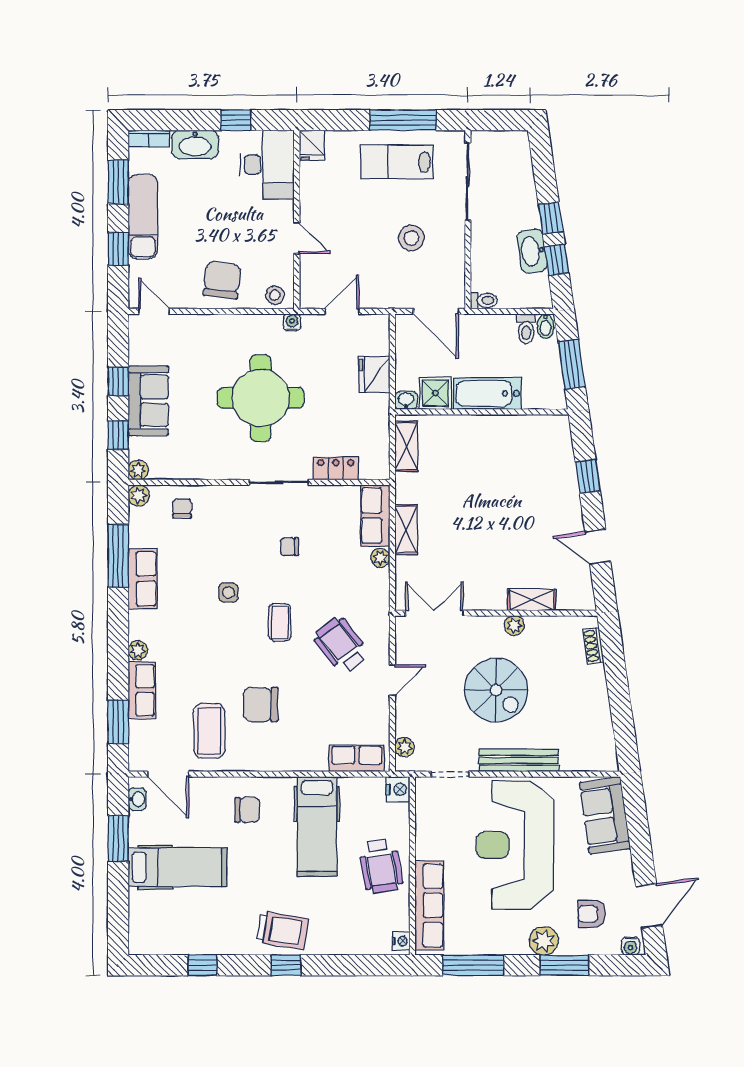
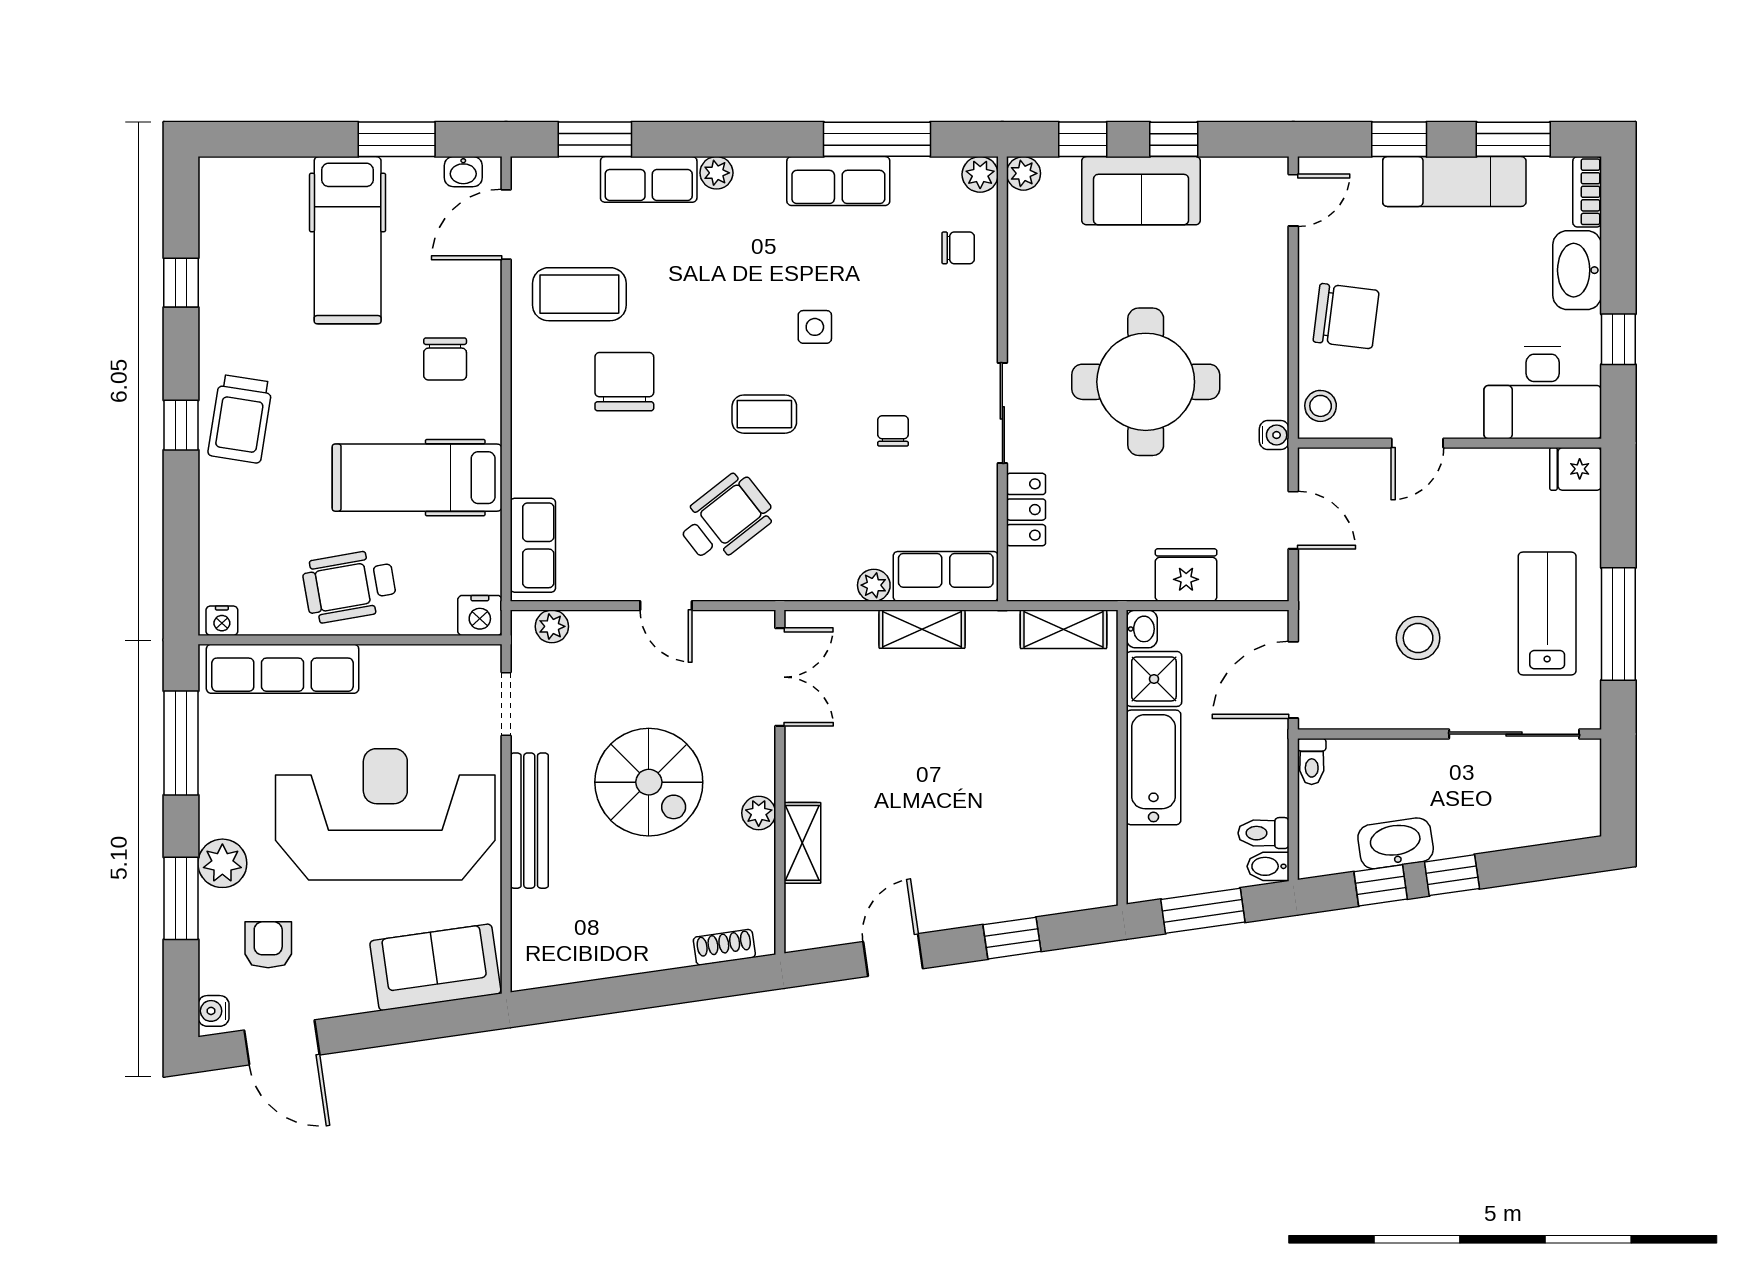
spiral stairs: (496, 690) -> (649, 782), turned -90

